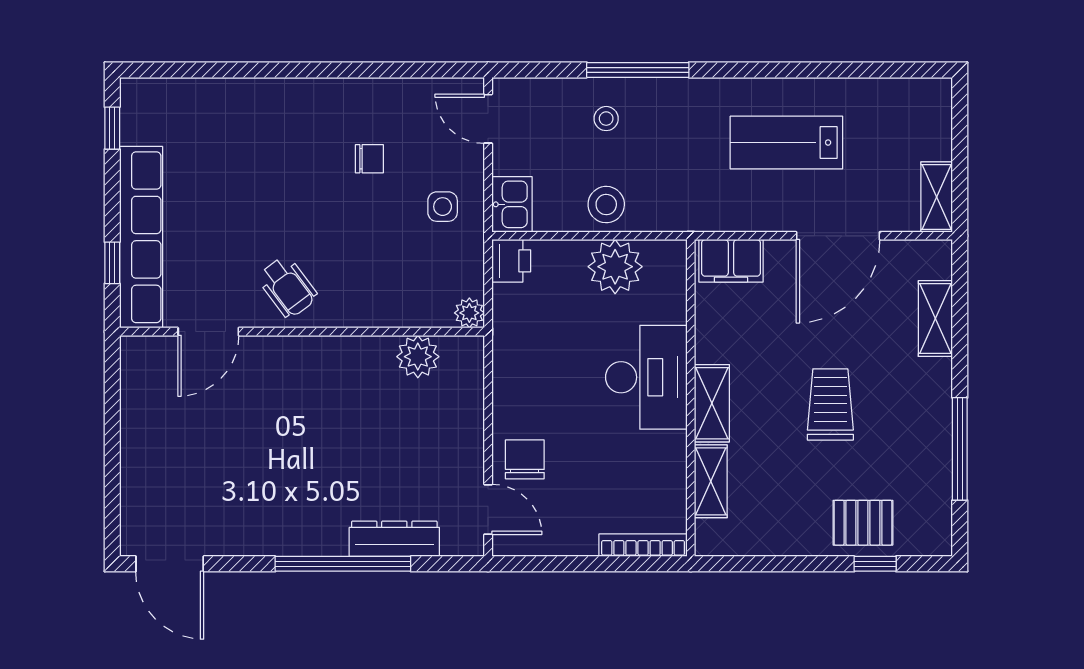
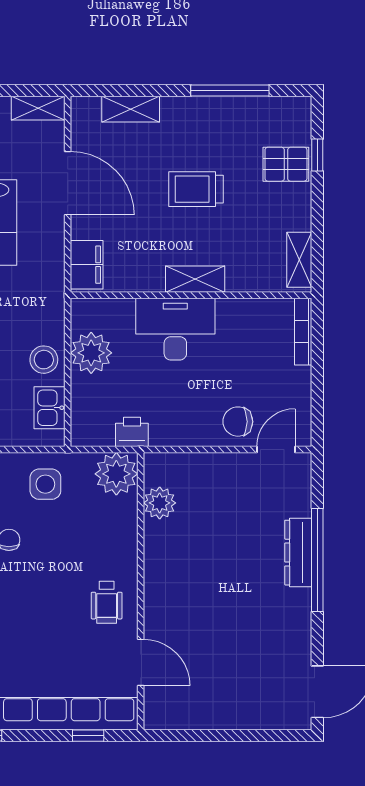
kitchen sink: (512, 204) -> (50, 408), moved, turned -90
side table: (443, 207) -> (45, 484), width x1.37, depth x1.37
printer: (511, 261) -> (132, 432), moved
wheelchair: (287, 287) -> (107, 602), turned 127
plant: (469, 313) -> (116, 474), width x1.88, depth x1.88
shelving: (711, 481) -> (299, 260), moved, turned 90
pallet: (863, 523) -> (286, 164), turned 90
dresser: (394, 539) -> (298, 553), moved

